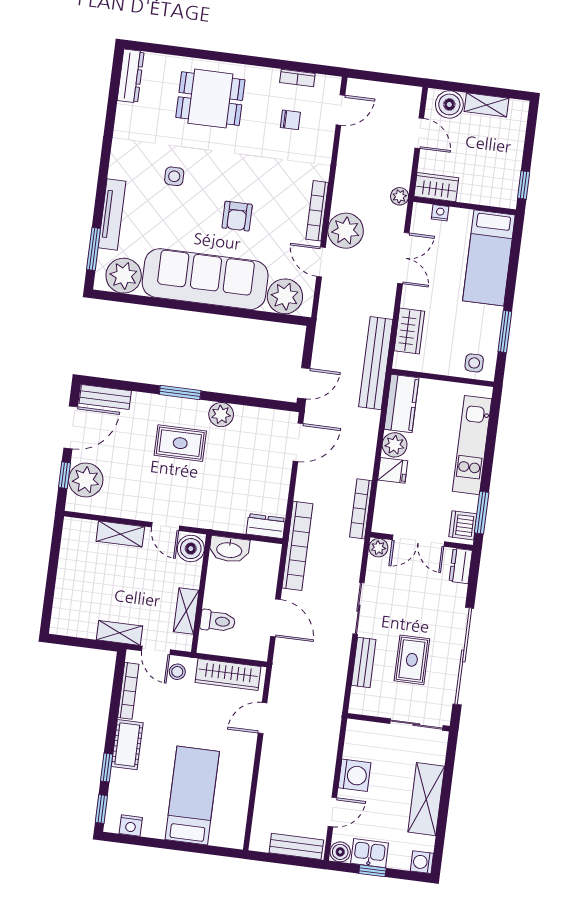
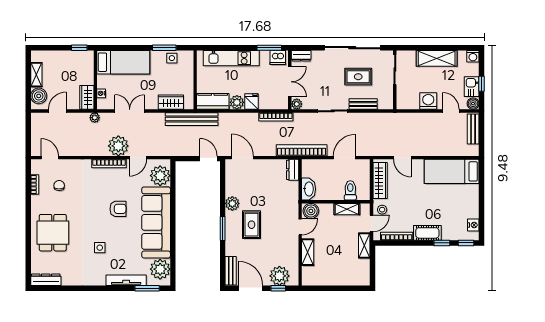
side table: (474, 363) -> (172, 58), moved
bed: (192, 795) -> (452, 171), moved

